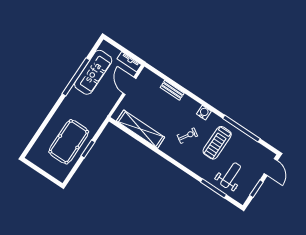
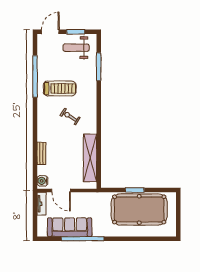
door: (129, 86) -> (61, 190), hinge flipped
water cooler: (204, 113) -> (42, 181), moved
pool table: (69, 142) -> (139, 209), width x1.36, depth x1.32
weight bench: (231, 175) -> (76, 48), moved

